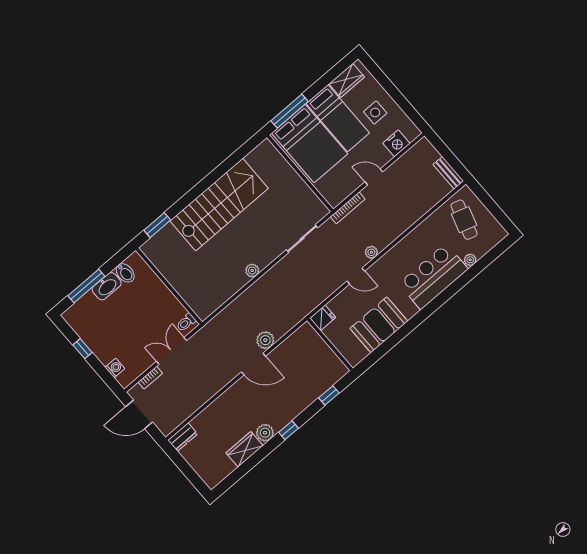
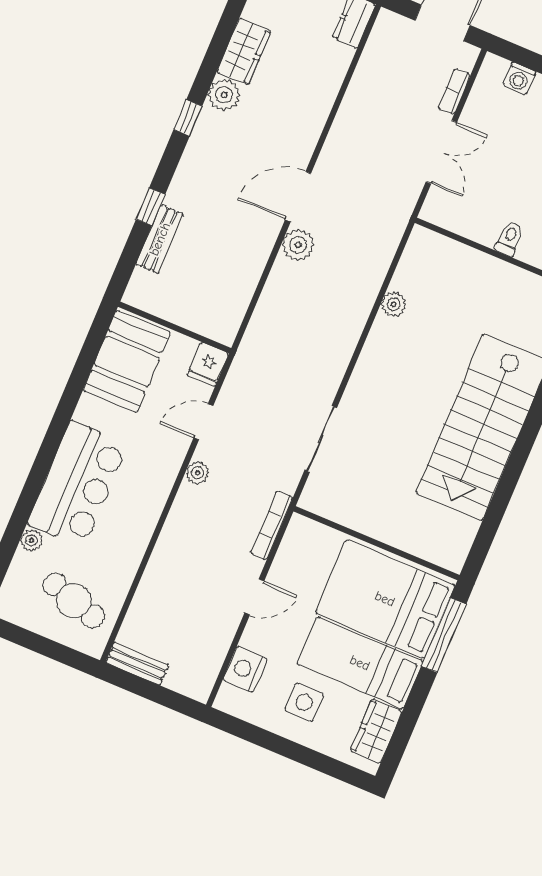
plant: (252, 271) -> (394, 304), moved
fridge: (323, 318) -> (208, 364), moved
toilet: (186, 322) -> (509, 238), moved
wall: (330, 344) -> (175, 327), moved
bench: (332, 377) -> (160, 239), added

